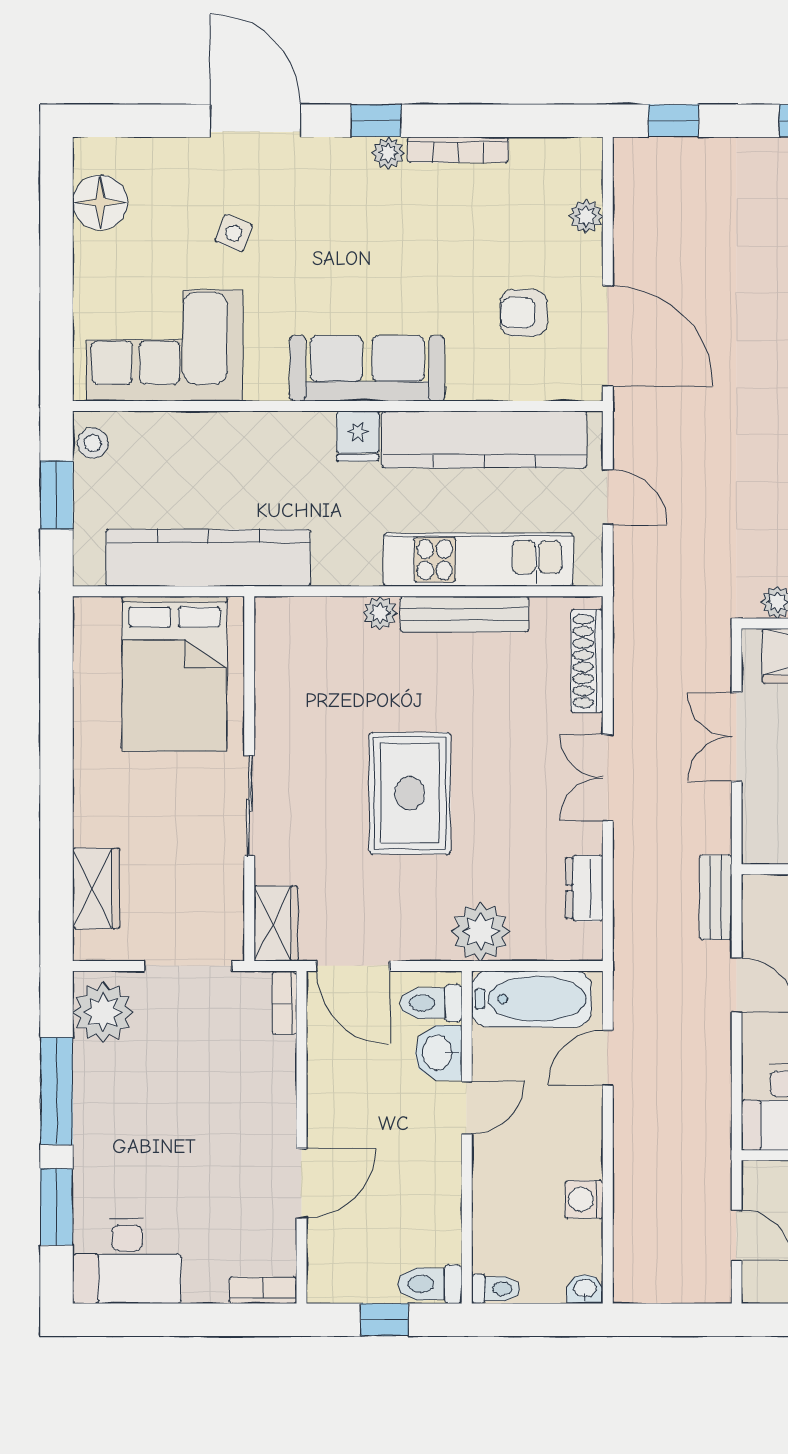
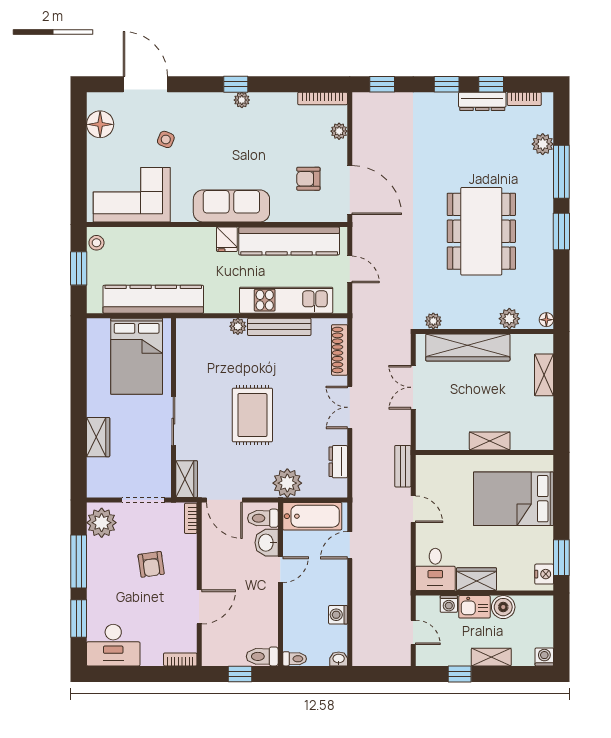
door: (256, 121) -> (145, 84), moved
bookcase: (458, 150) -> (323, 98), moved
wardrobe: (96, 888) -> (98, 437), moved
armchair: (204, 1097) -> (151, 564), added

